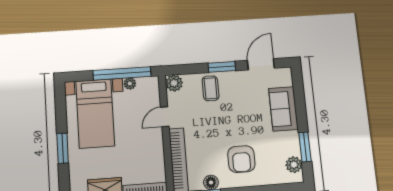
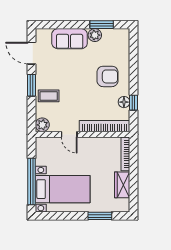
window: (122, 73) -> (32, 181), moved
plant: (130, 84) -> (40, 160), removed
window: (63, 148) -> (100, 216), moved
plant: (294, 165) -> (95, 35), moved

